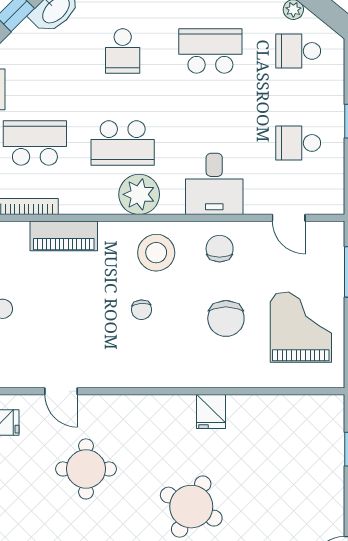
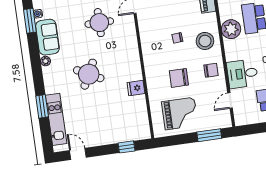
desk: (214, 184) -> (242, 74), moved
fridge: (211, 412) -> (136, 88), moved

